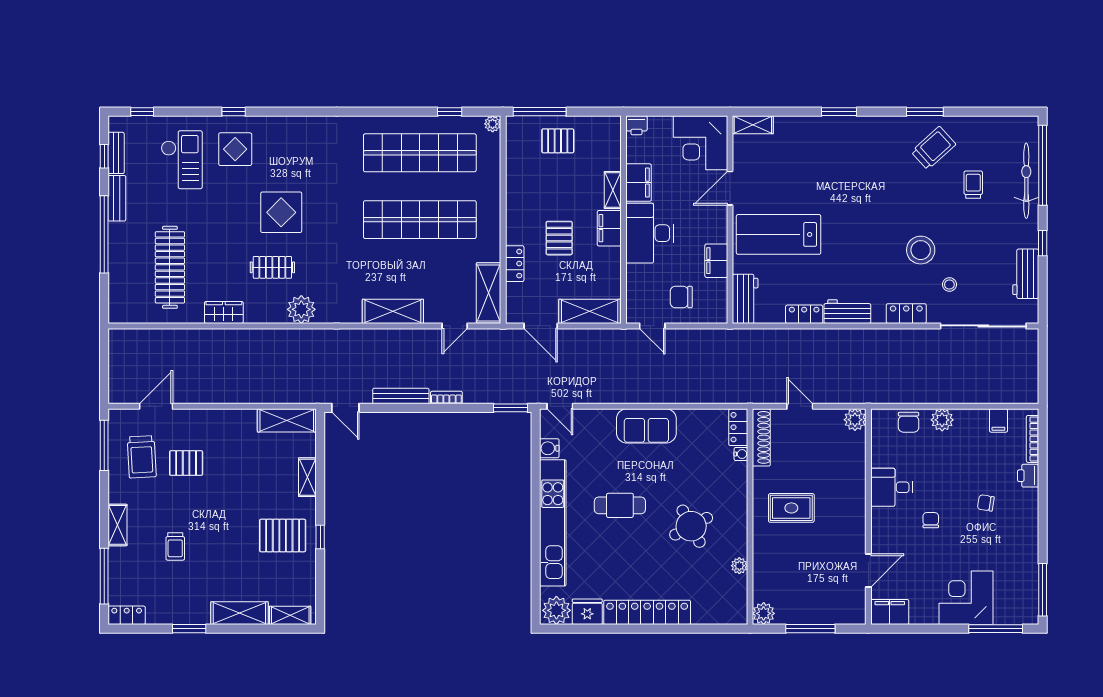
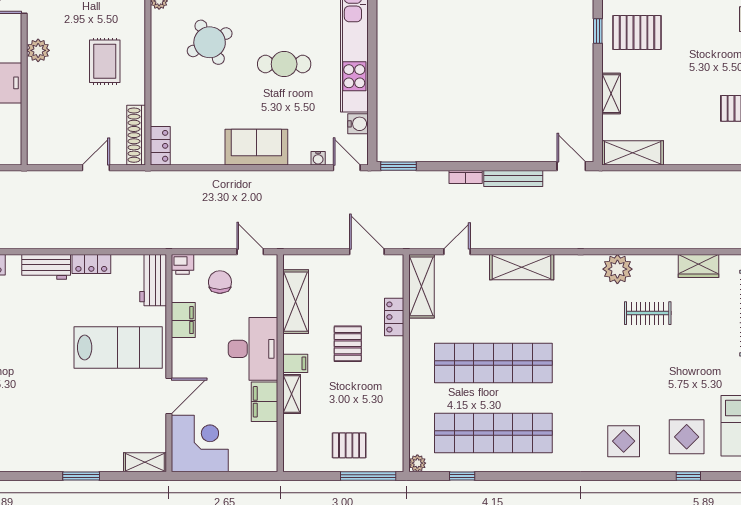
window: (839, 112) -> (81, 476), moved
printer: (637, 125) -> (183, 264), moved, turned 180
display table: (281, 212) -> (624, 441), moved, width x0.73, depth x0.73
filing cabinet: (609, 228) -> (295, 363), width x0.50
chair: (681, 297) -> (220, 282), turned -90
shelving: (590, 311) -> (296, 302), moved, turned 90
door: (800, 406) -> (96, 168), swing flipped
plant: (855, 420) -> (38, 50), moved
water cooler: (741, 454) -> (318, 158), moved, turned -90
rug: (791, 508) -> (105, 61), turned 90

